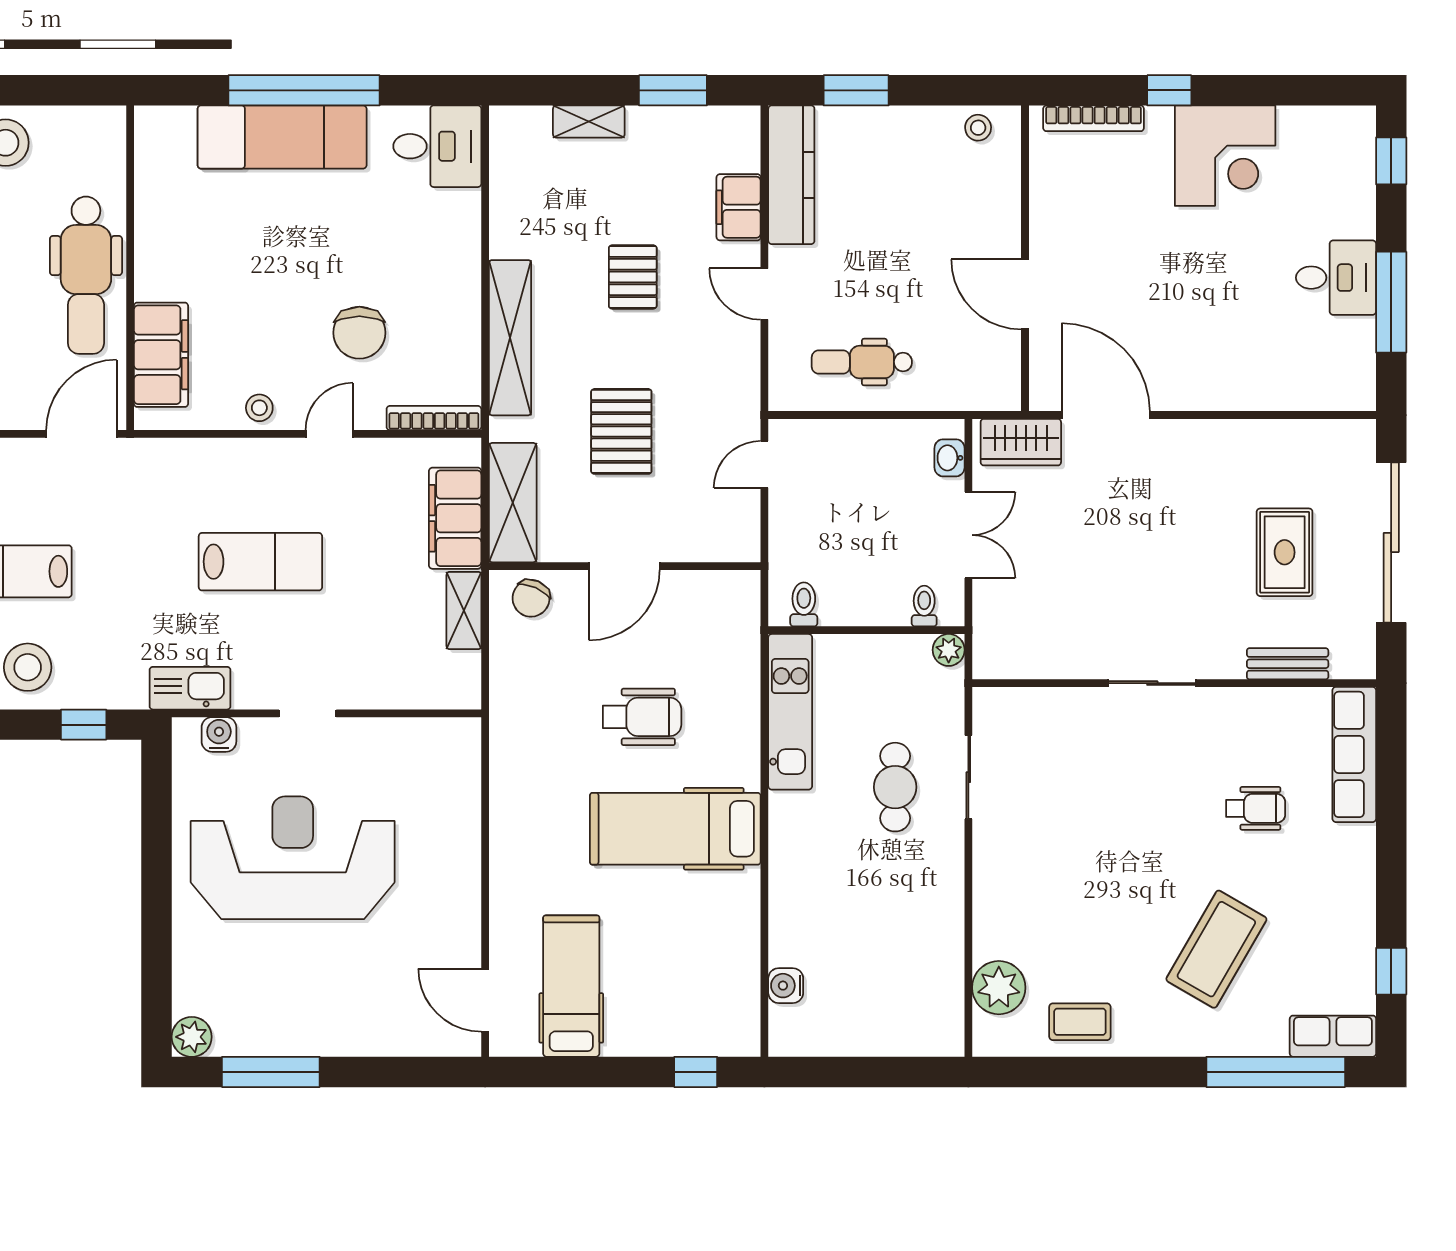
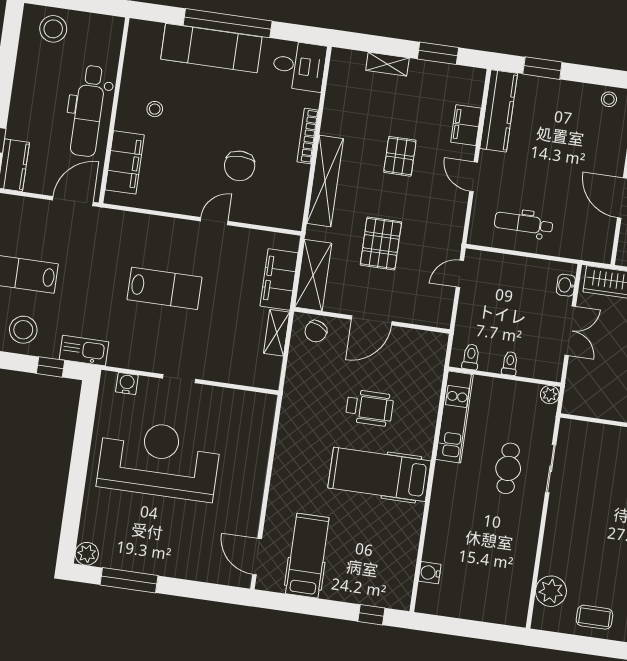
stool: (259, 408) -> (155, 109), moved
bookcase: (434, 418) -> (308, 136), moved, turned -90
toilet: (924, 606) -> (510, 363), moved
kitchen sink: (190, 688) -> (84, 351), moved

